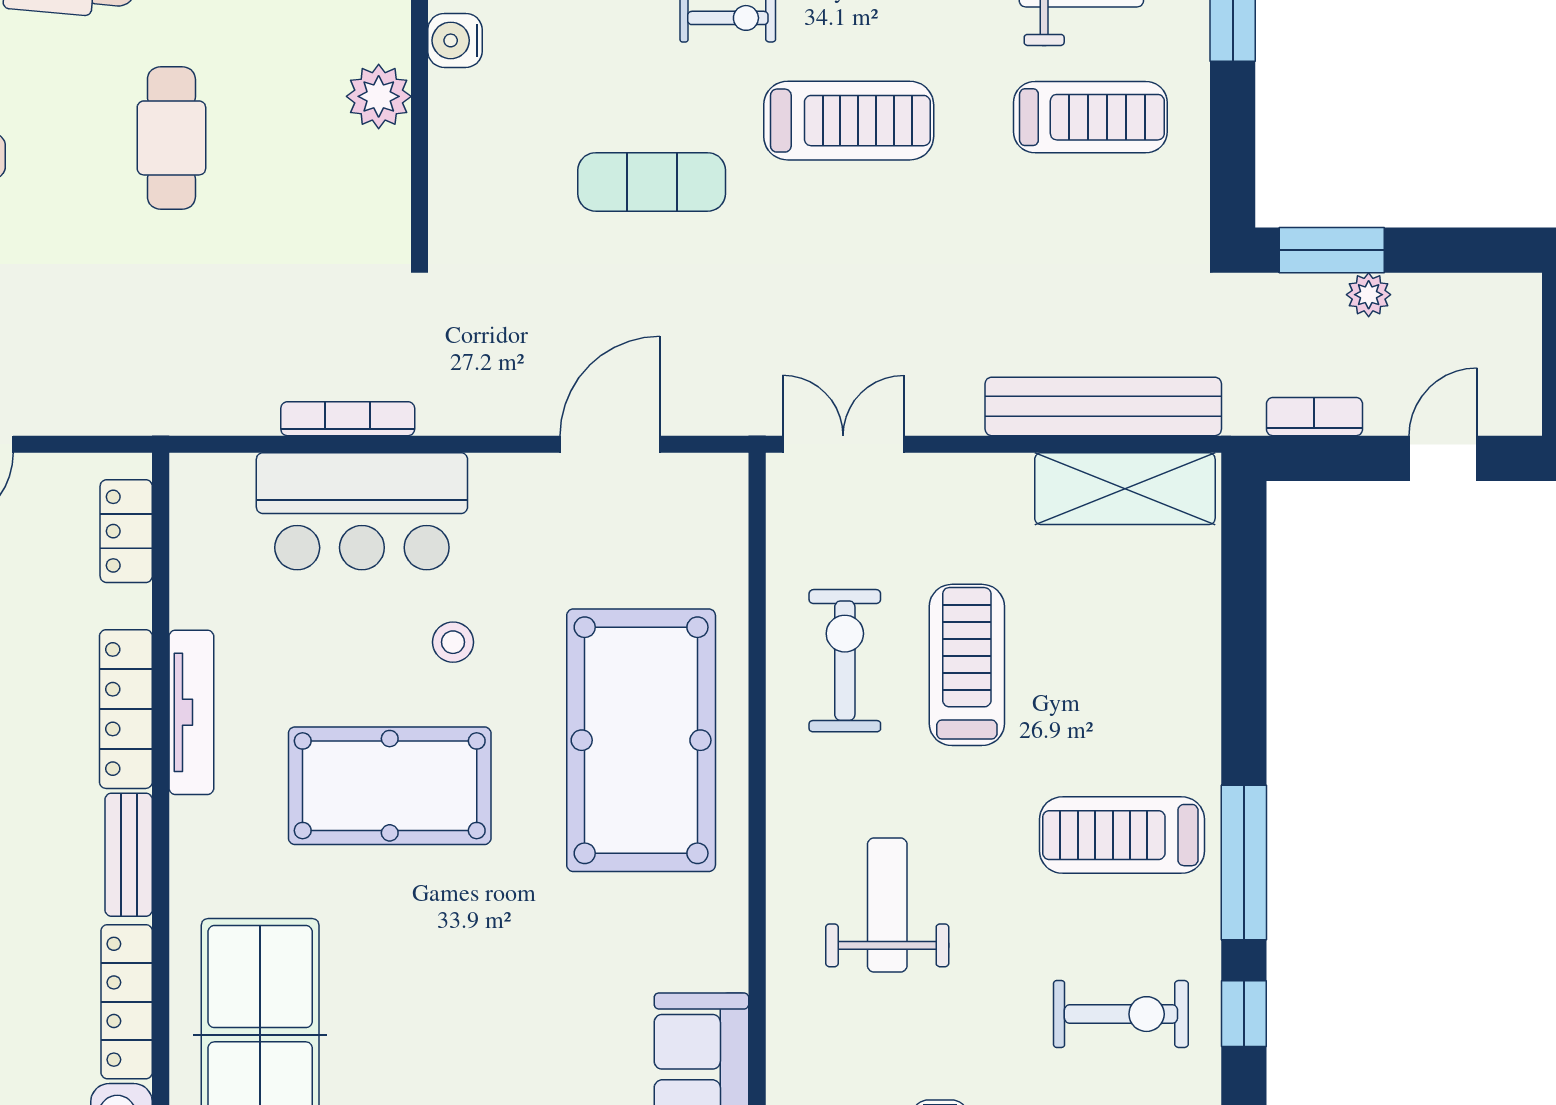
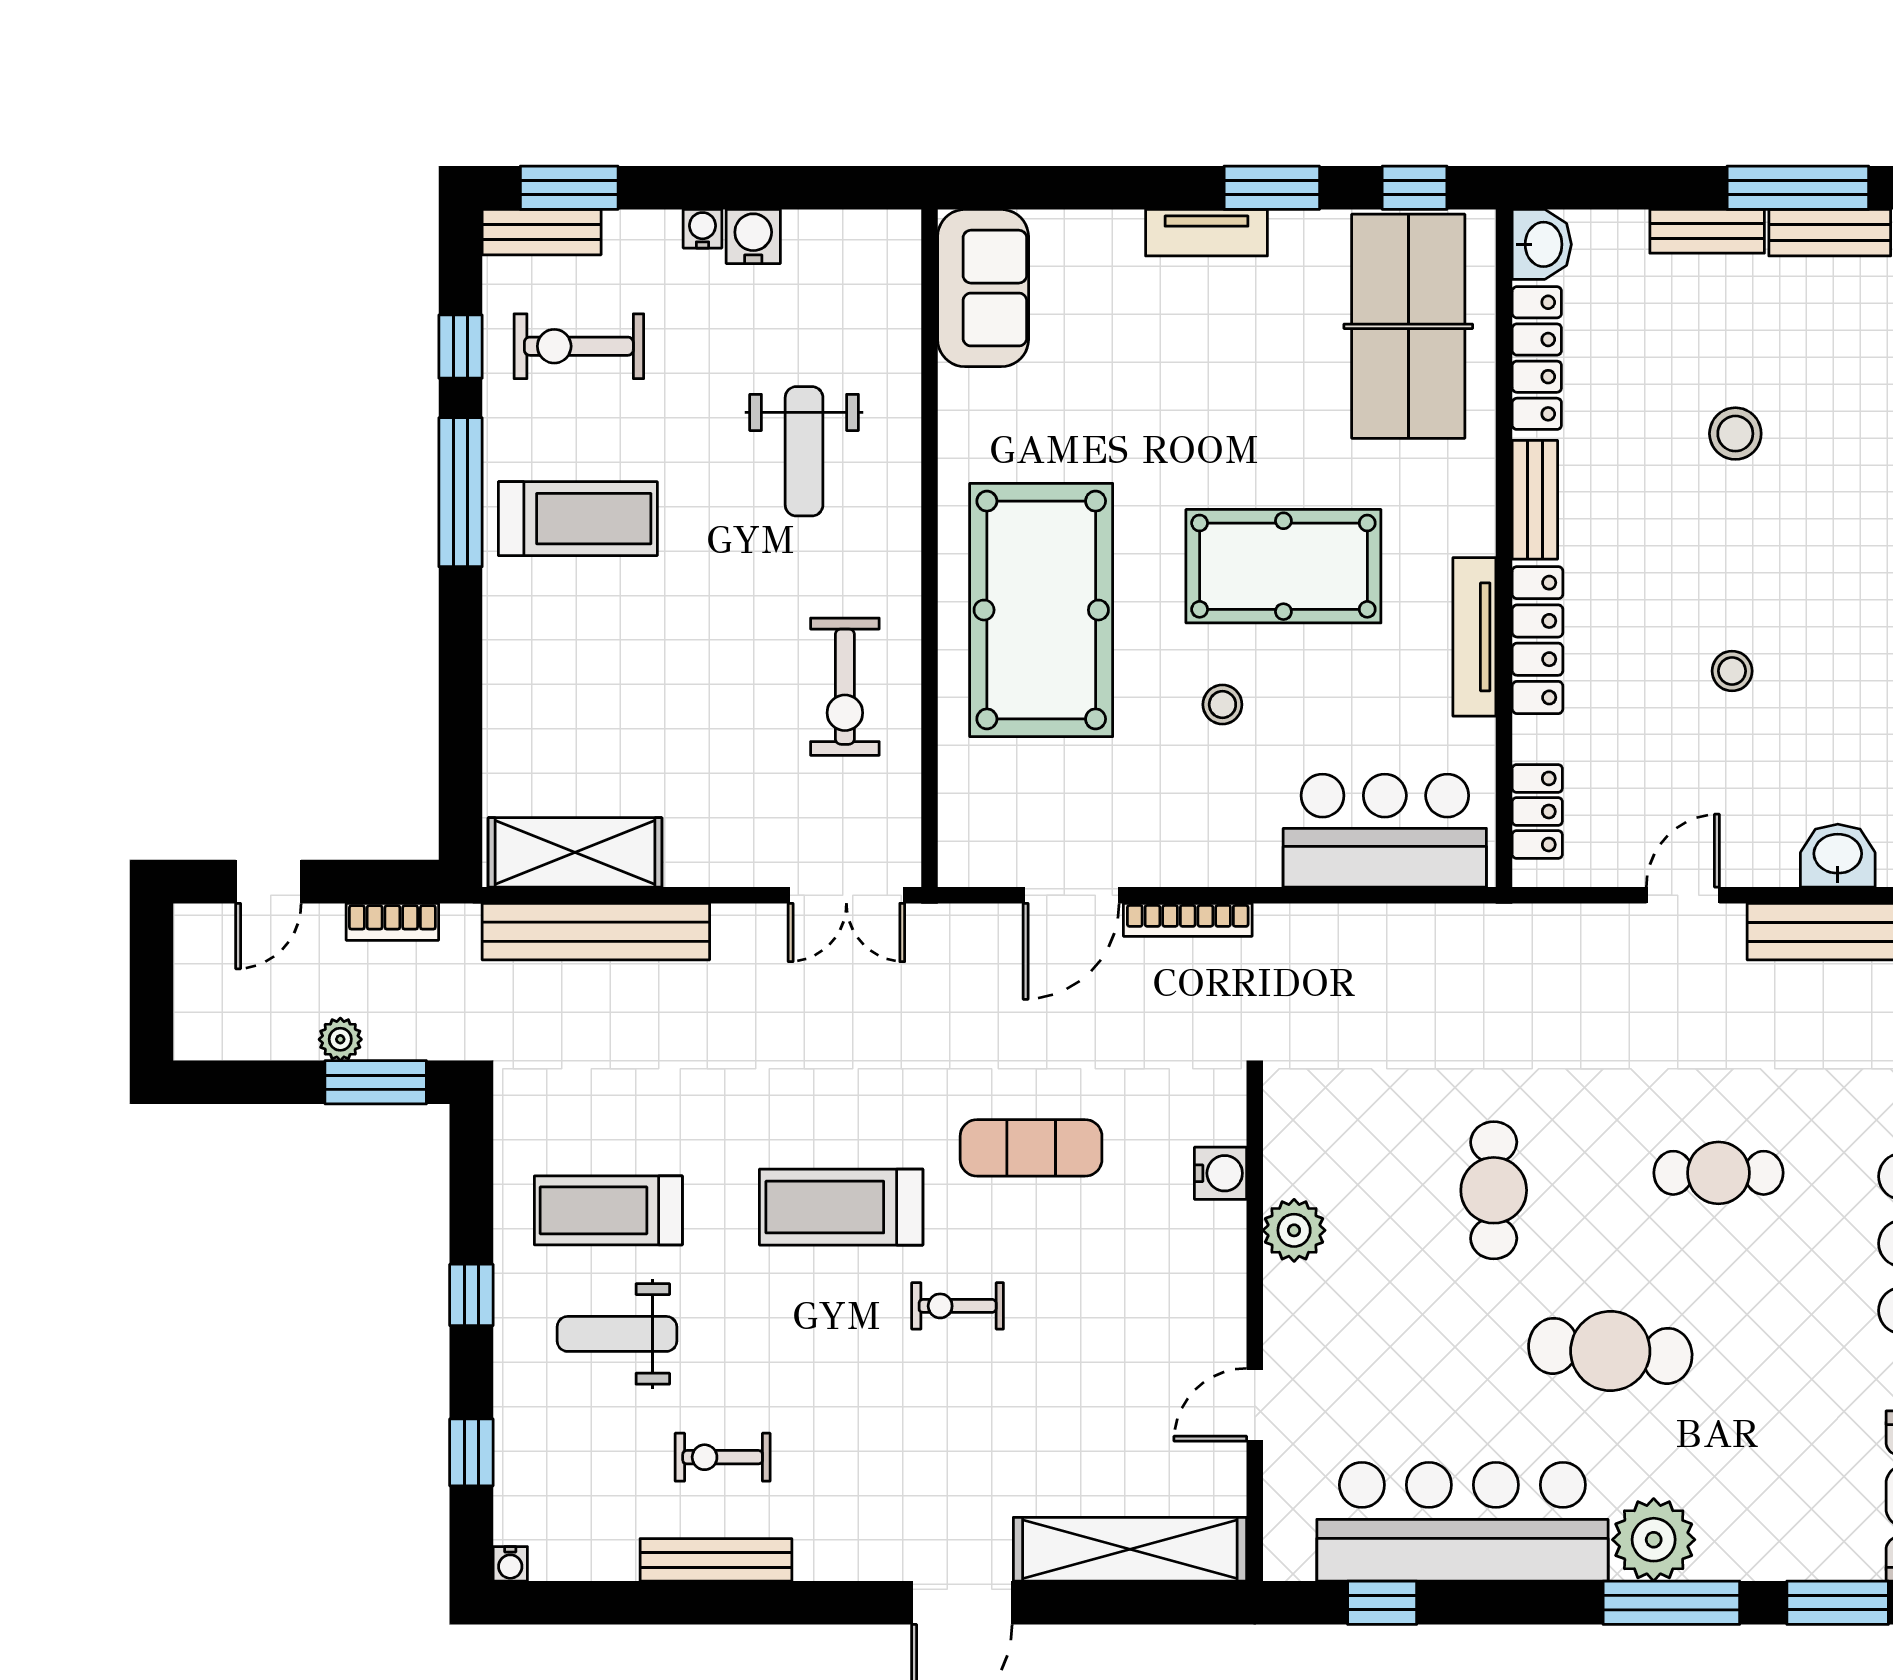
water cooler: (455, 40) -> (1221, 1173), moved
bookcase: (348, 419) -> (1188, 920), moved
bar counter: (362, 511) -> (1385, 831), moved
treadmill: (967, 665) -> (727, 683), removed

